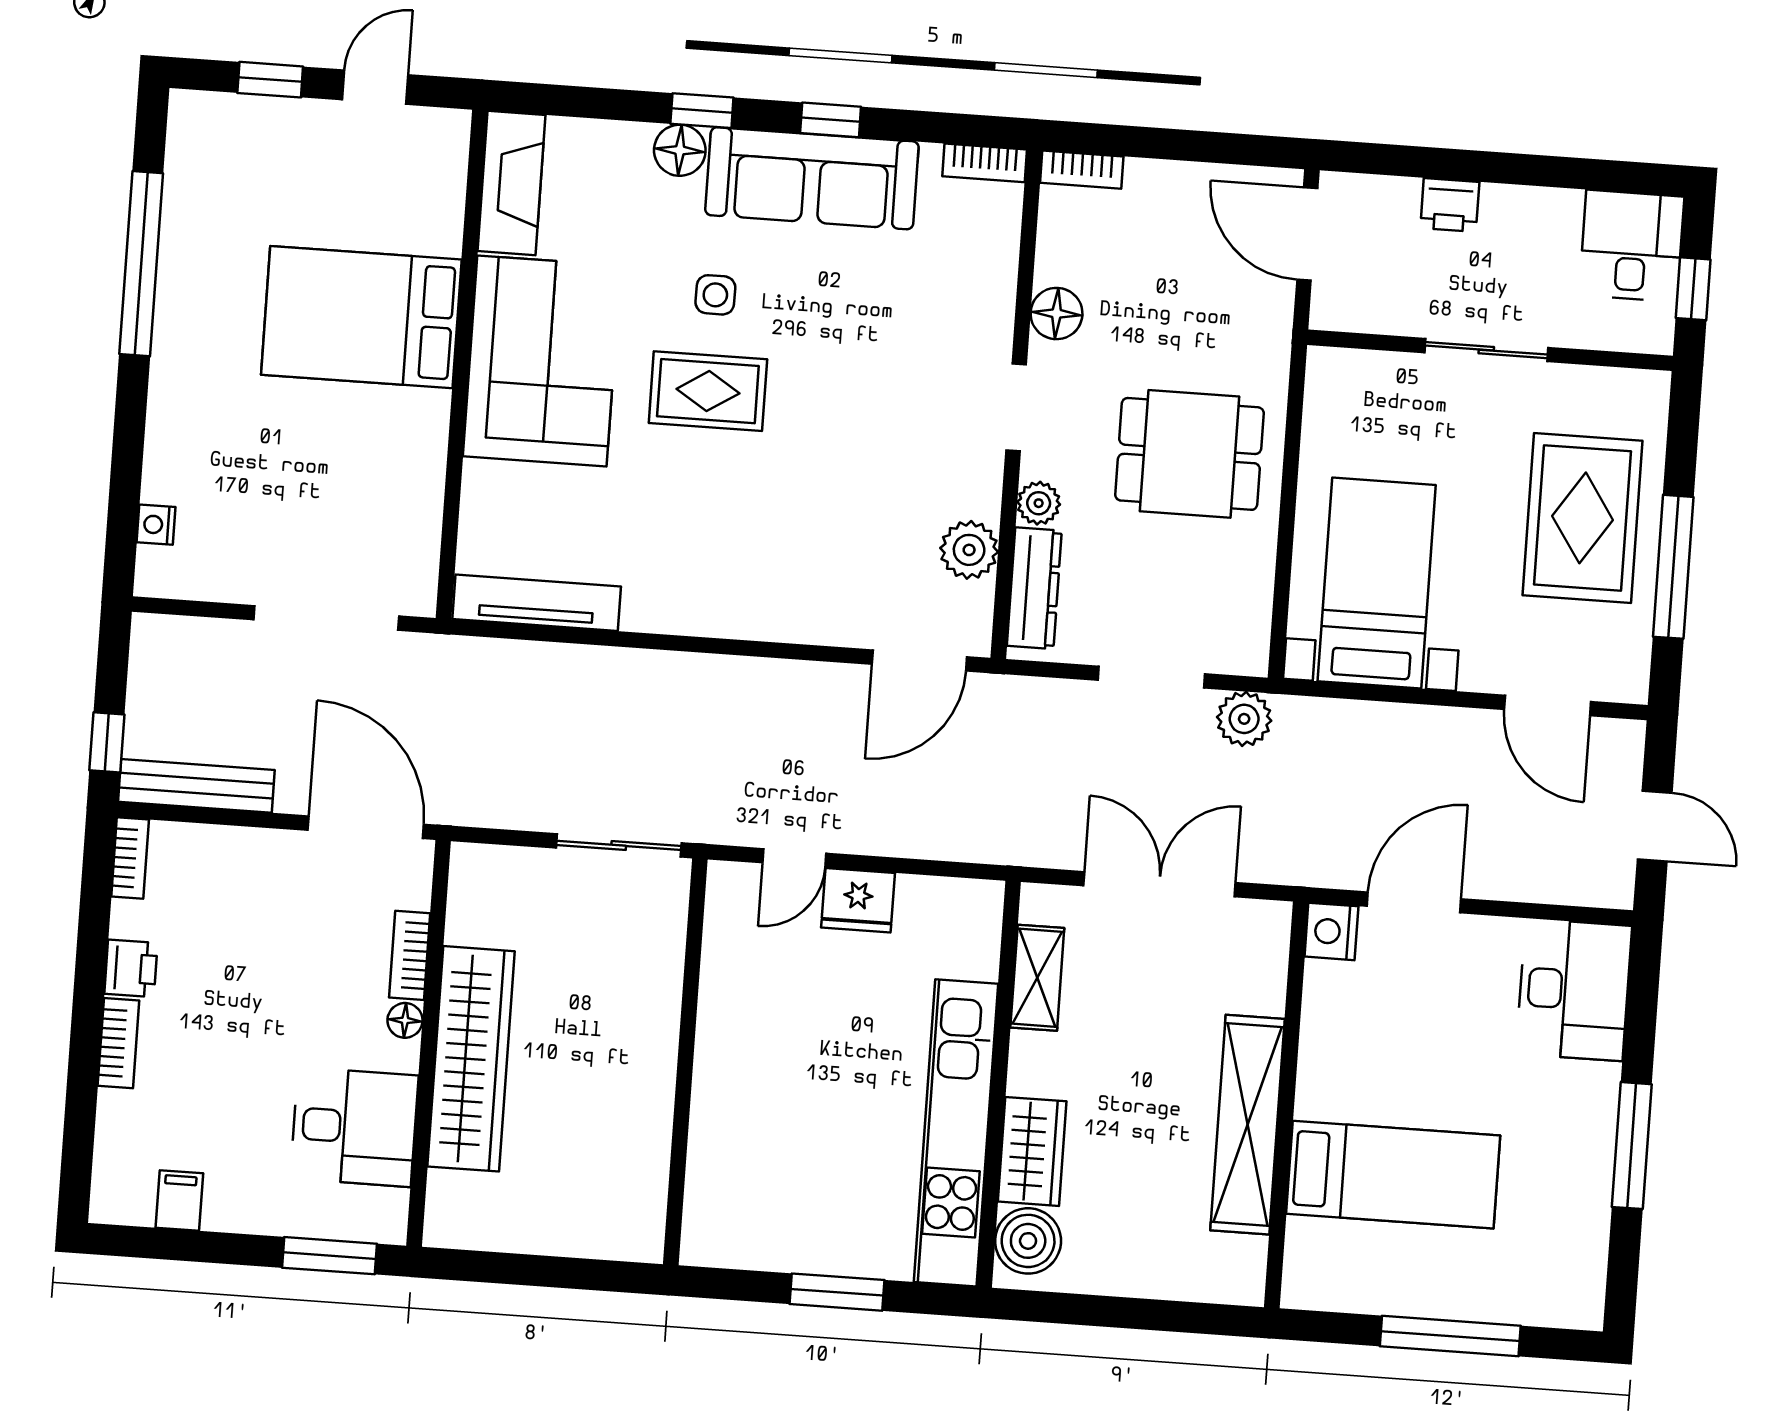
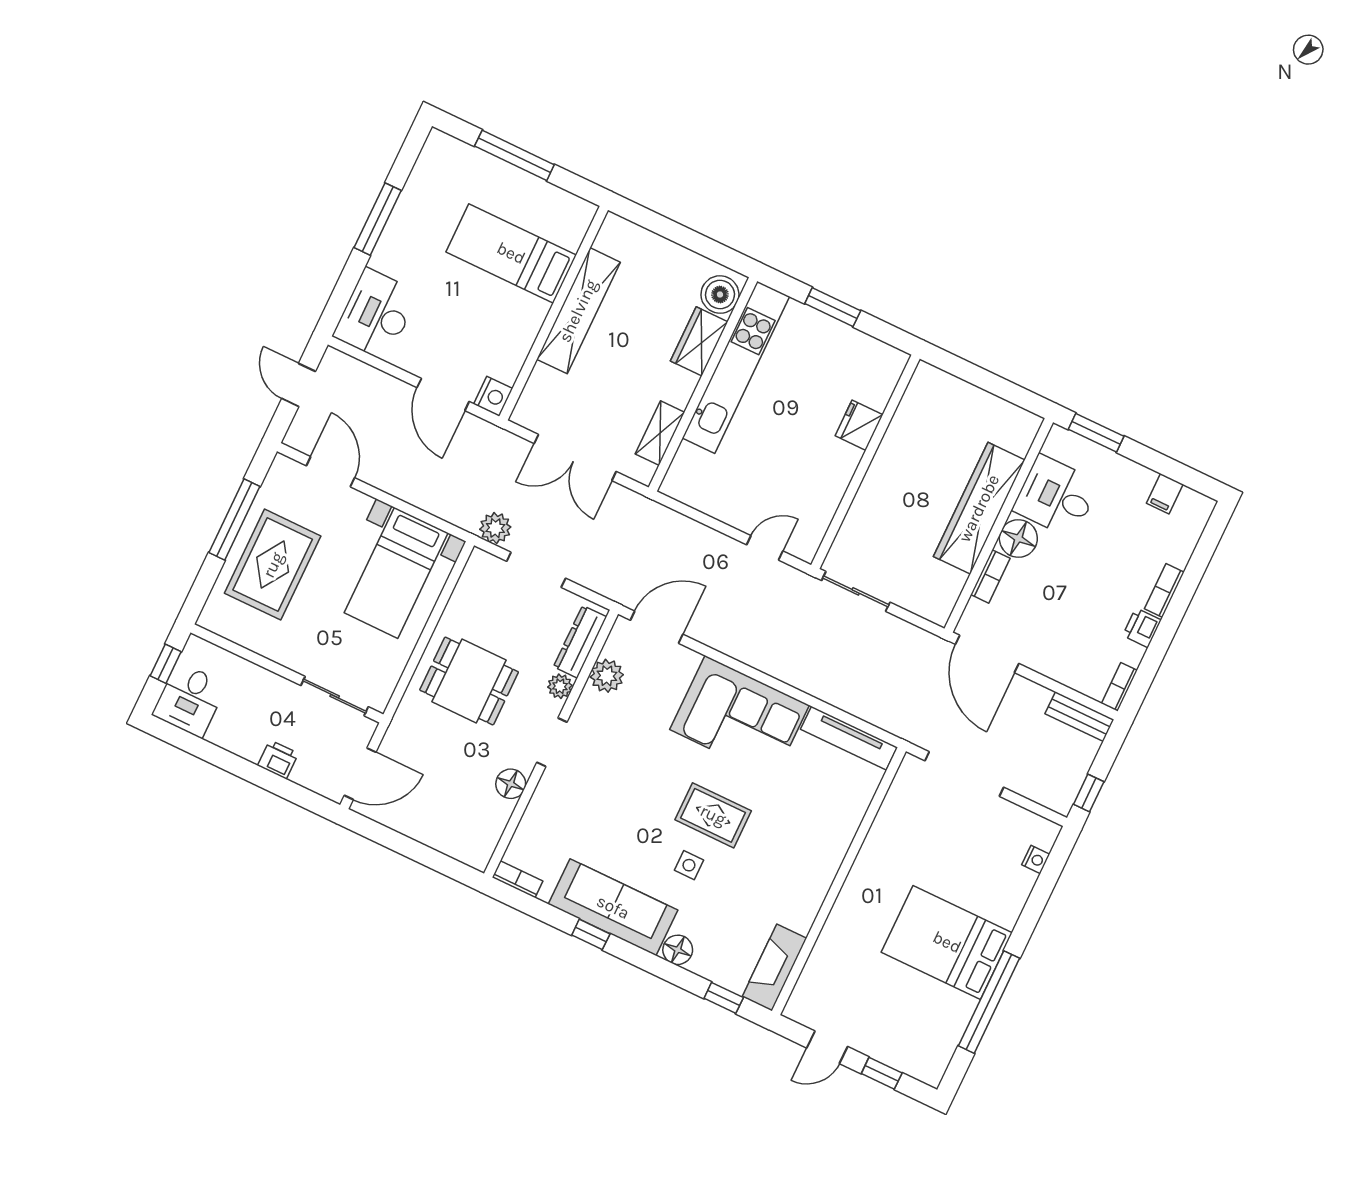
window: (702, 111) -> (724, 998), moved
bookcase: (1082, 170) -> (467, 855), removed
door: (1307, 234) -> (360, 774), hinge flipped
bed: (361, 317) -> (947, 942), moved, turned 180
sliding door: (1486, 350) -> (335, 696), moved
corner sofa: (542, 361) -> (740, 717), moved, turned -90
window: (107, 742) -> (1089, 793), moved
bench: (196, 786) -> (1079, 717), width x0.73
fridge: (858, 900) -> (859, 425), moved, turned -90
door: (1414, 902) -> (443, 394), hinge flipped
floor lamp: (405, 1020) -> (1018, 538), width x1.89, depth x1.89

